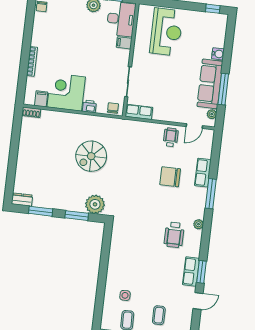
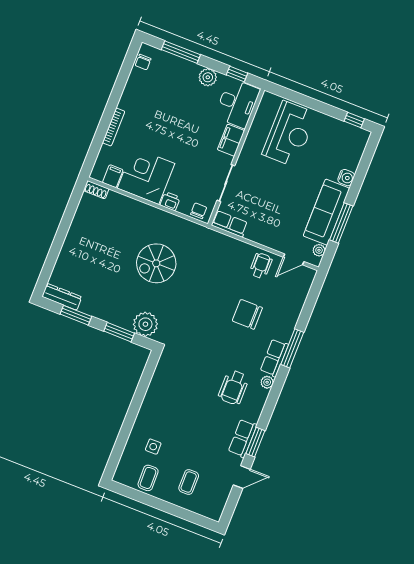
filing cabinet: (124, 43) -> (231, 140), width x2.00
row of seats: (203, 173) -> (274, 358), moved
dresser: (22, 200) -> (62, 297), width x1.44

